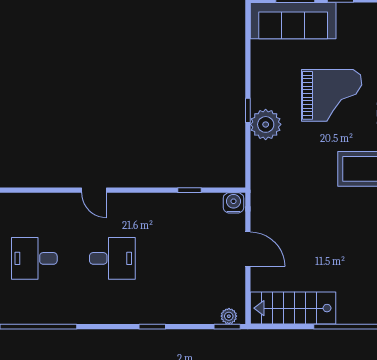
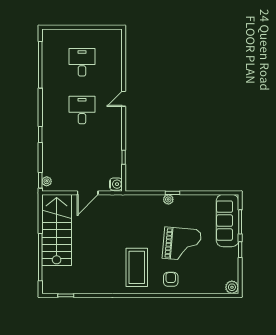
grand piano: (332, 95) -> (182, 244), turned -85
plant: (266, 124) -> (168, 199), width x0.53, depth x0.53
desk: (112, 258) -> (82, 110), turned 180
stairs: (293, 308) -> (57, 230), width x1.36, depth x1.51

